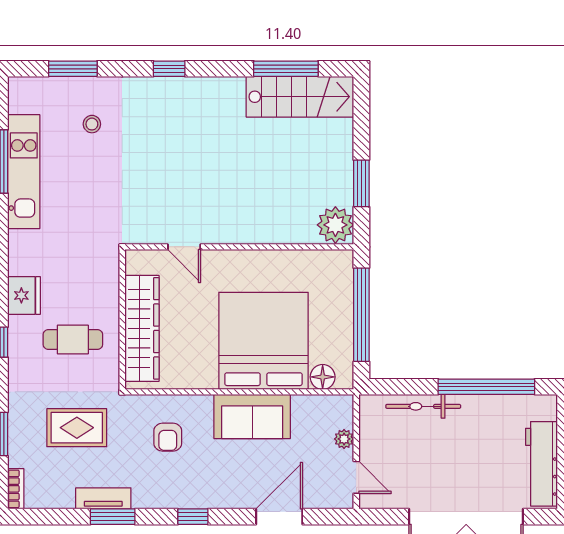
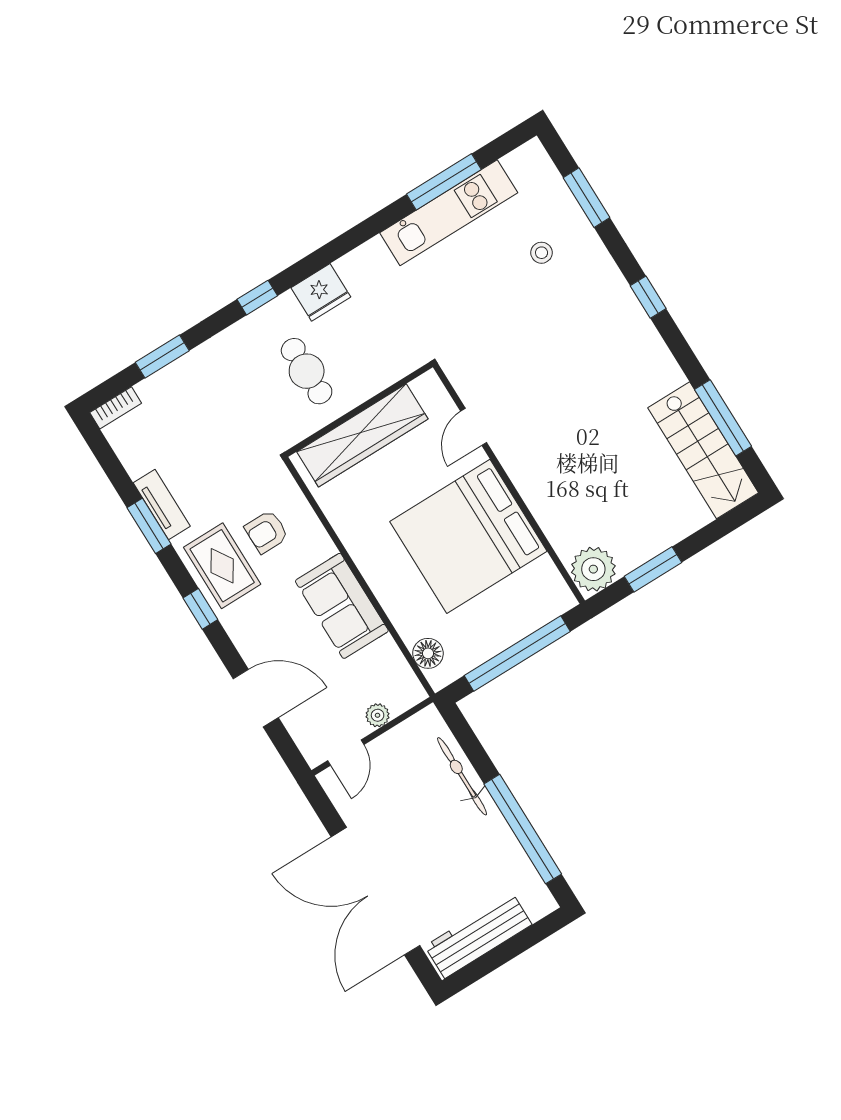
bed: (263, 341) -> (468, 536), moved, turned 180
rug: (77, 428) -> (222, 566), moved

